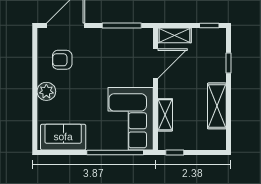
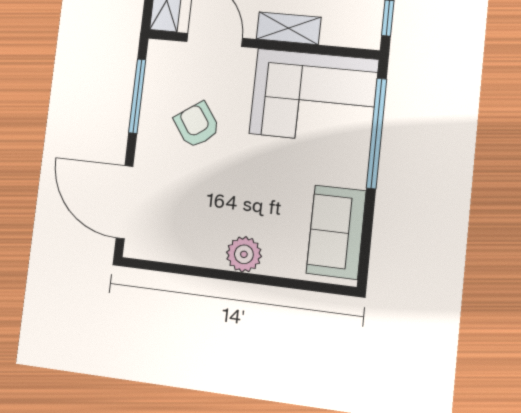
armchair: (62, 60) -> (197, 125), moved, turned 145
shelving: (165, 115) -> (289, 28), moved

